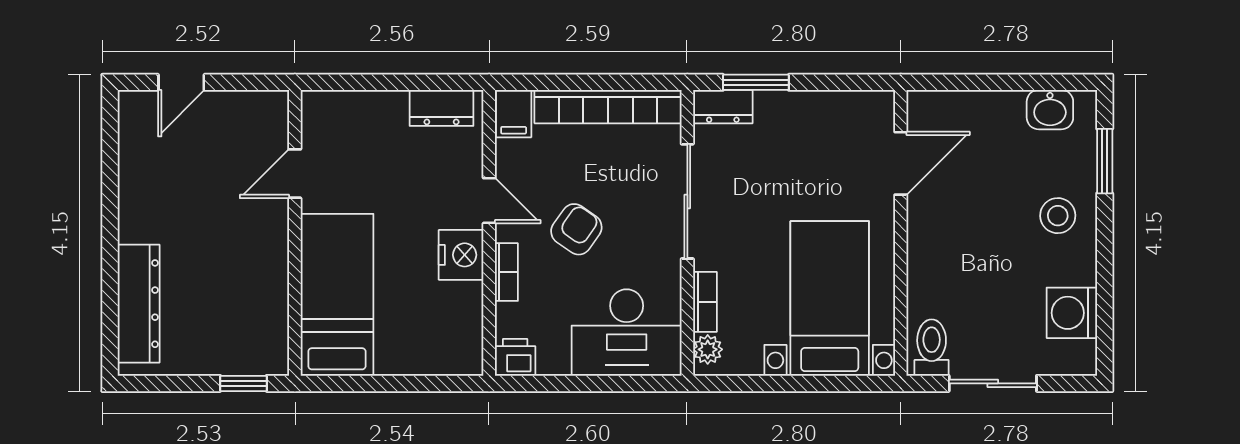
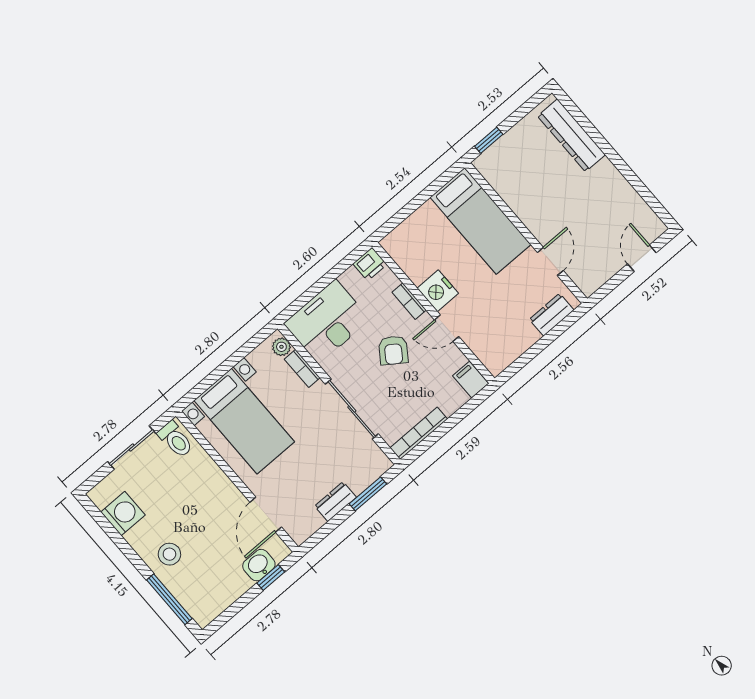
window: (960, 82) -> (271, 578), added
bookcase: (608, 107) -> (419, 433), width x0.68, depth x0.76
dresser: (723, 107) -> (335, 502), moved
dresser: (442, 108) -> (552, 315), moved
washbasin: (1050, 110) -> (259, 565), moved
window: (1105, 161) -> (169, 599), width x1.44

